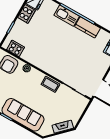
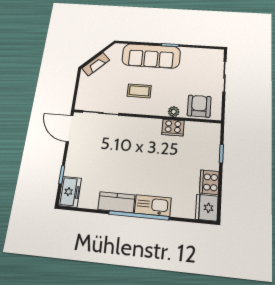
cooker: (15, 48) -> (173, 128), moved
coffee table: (50, 84) -> (139, 91), moved

